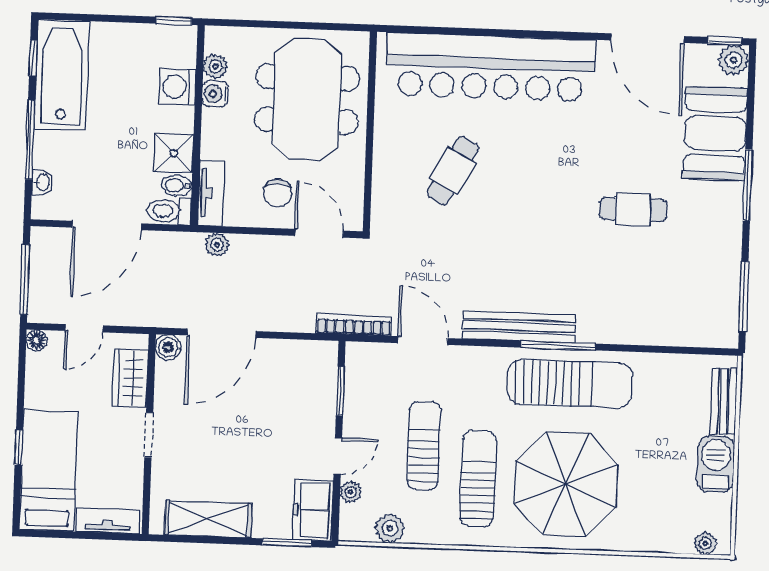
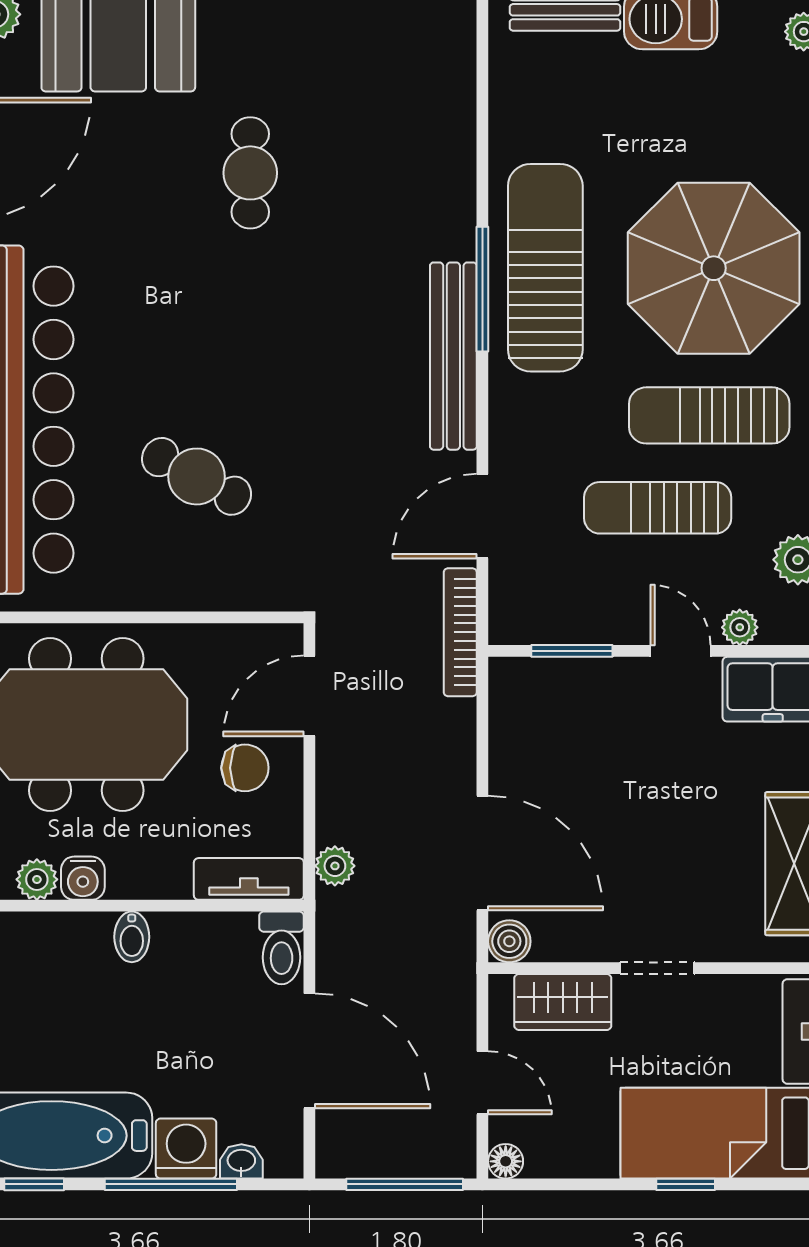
washing machine: (177, 87) -> (186, 1149), moved, turned 180
shower: (174, 153) -> (185, 943), removed
bidet: (177, 185) -> (132, 937), moved

